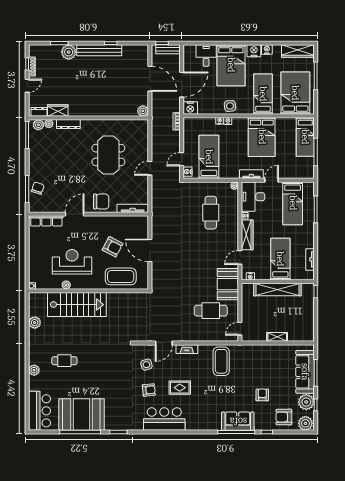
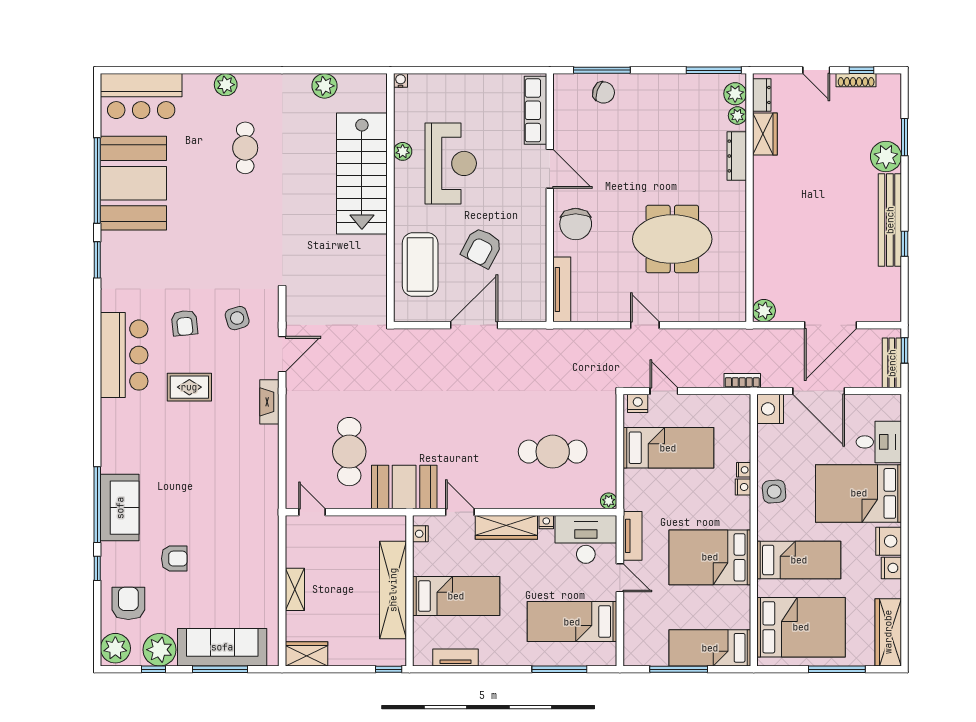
wardrobe: (308, 331) -> (306, 654), added
door: (164, 343) -> (282, 354), swing flipped
coffee table: (221, 361) -> (244, 473), removed
rug: (180, 388) -> (189, 387), turned 90

